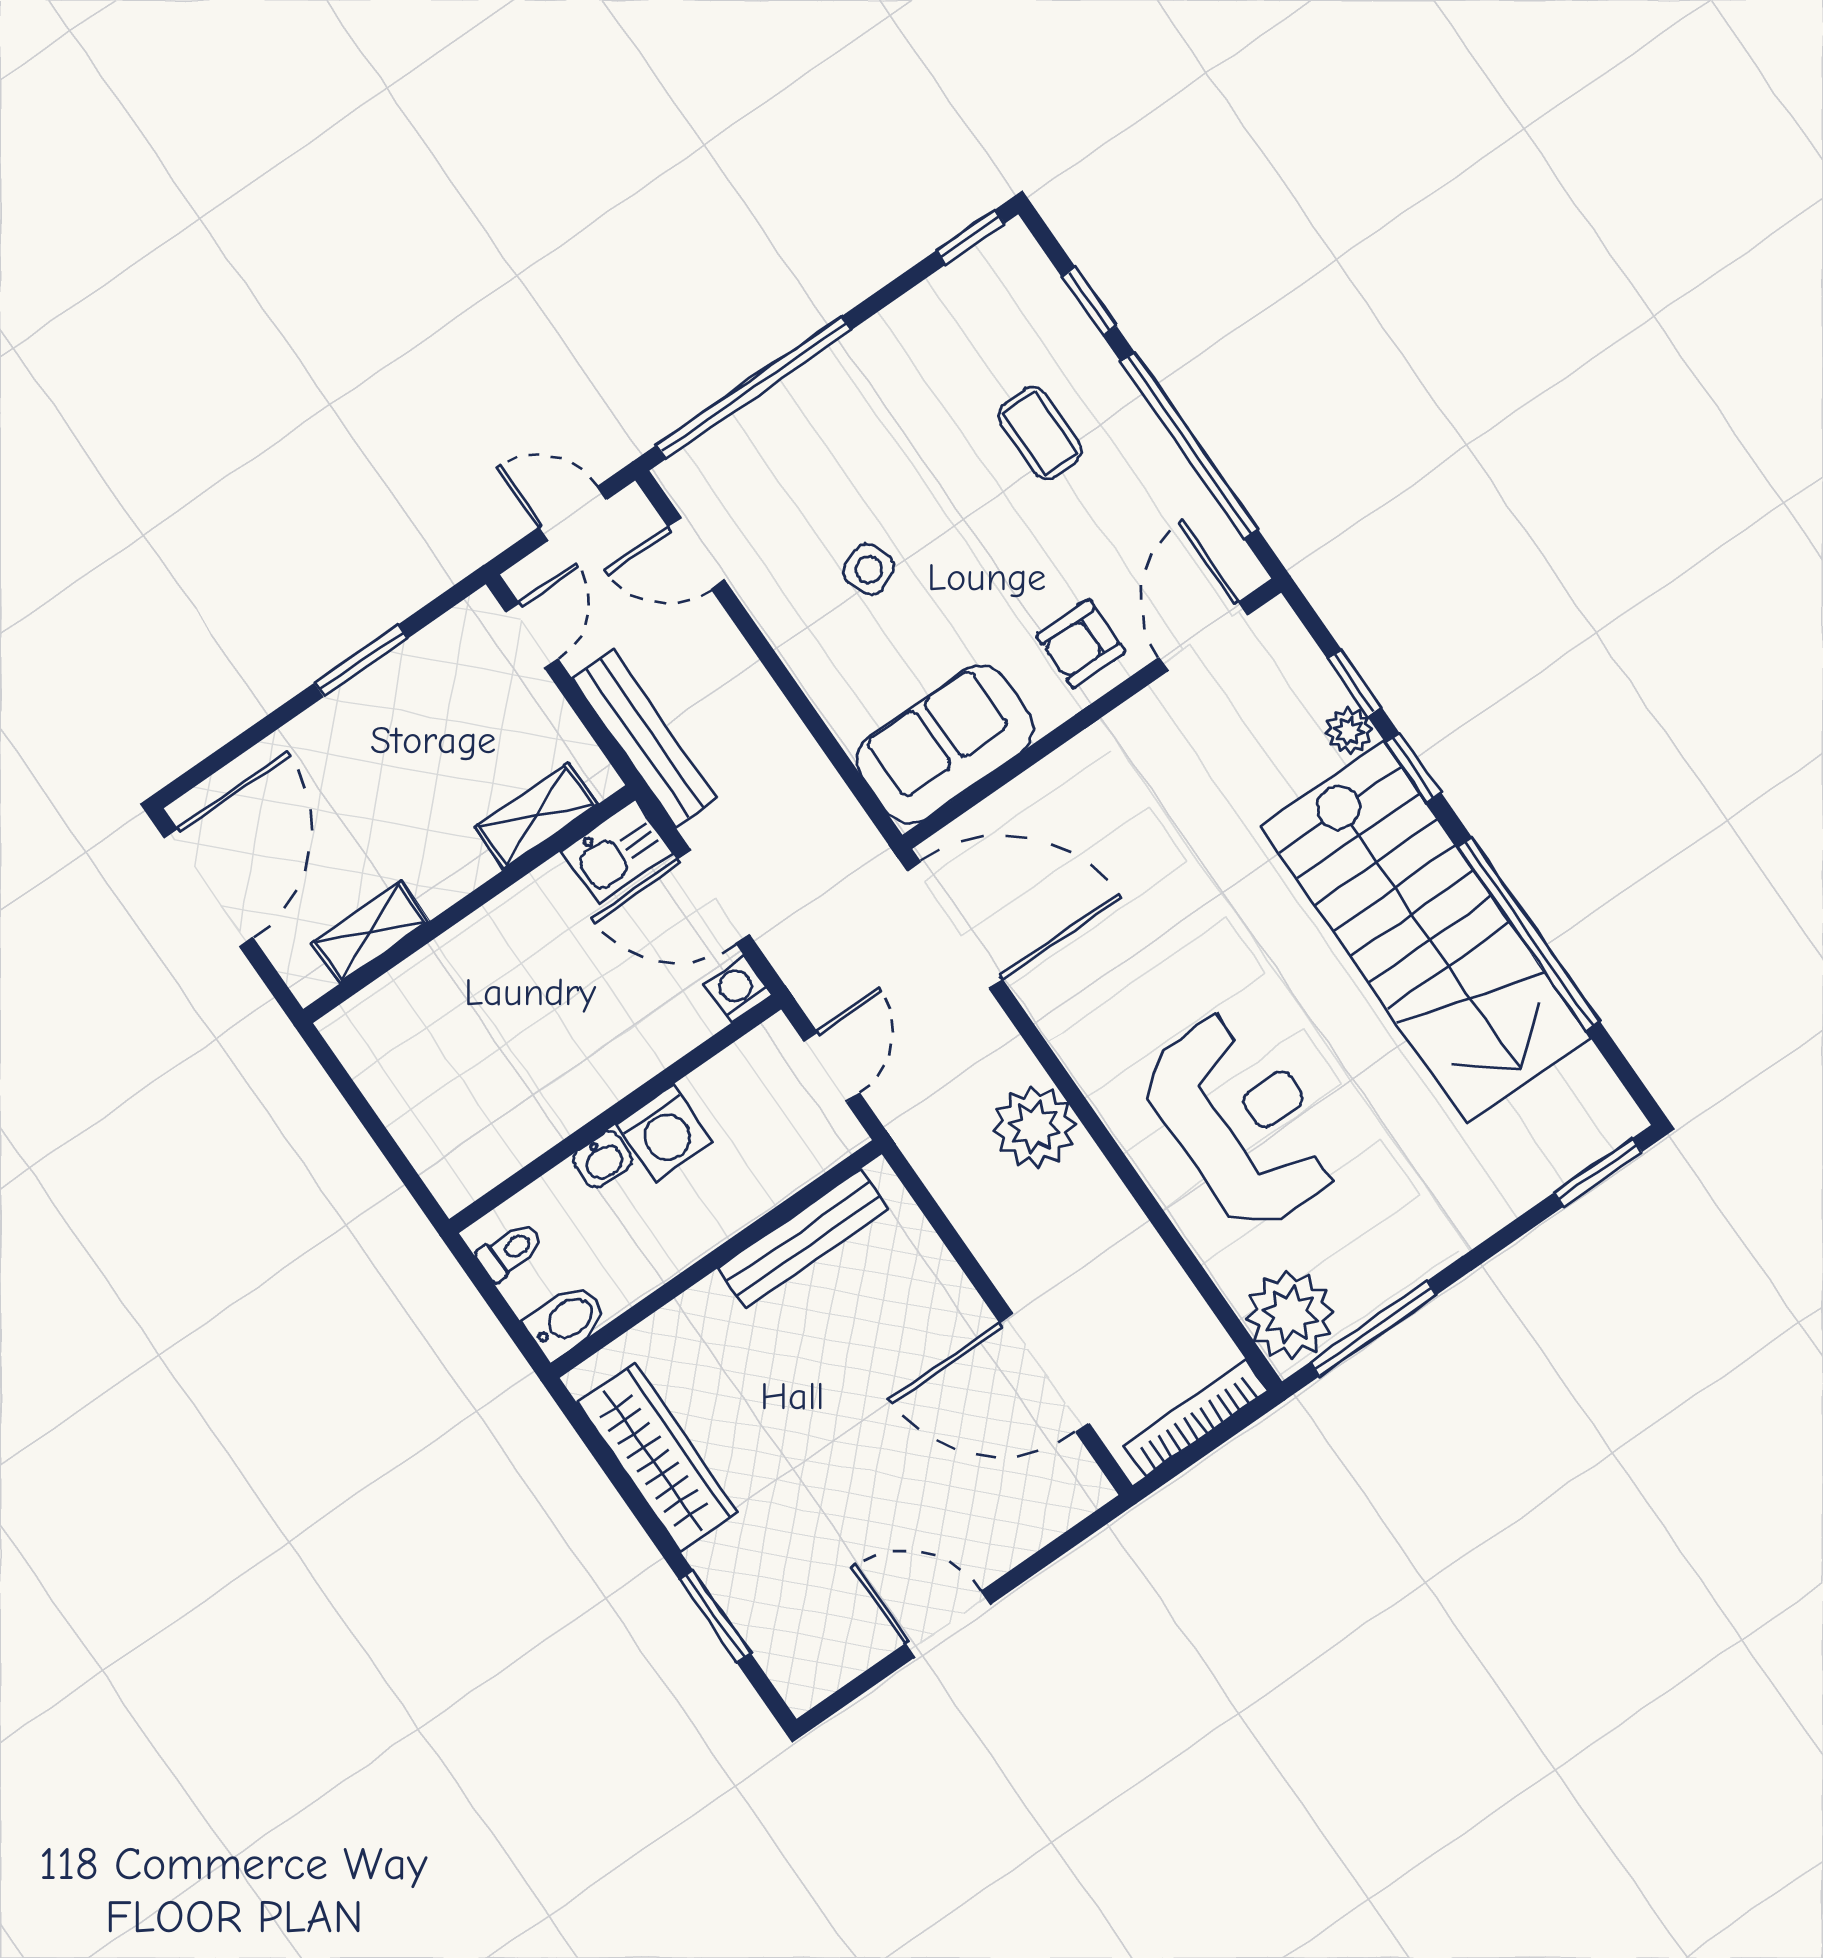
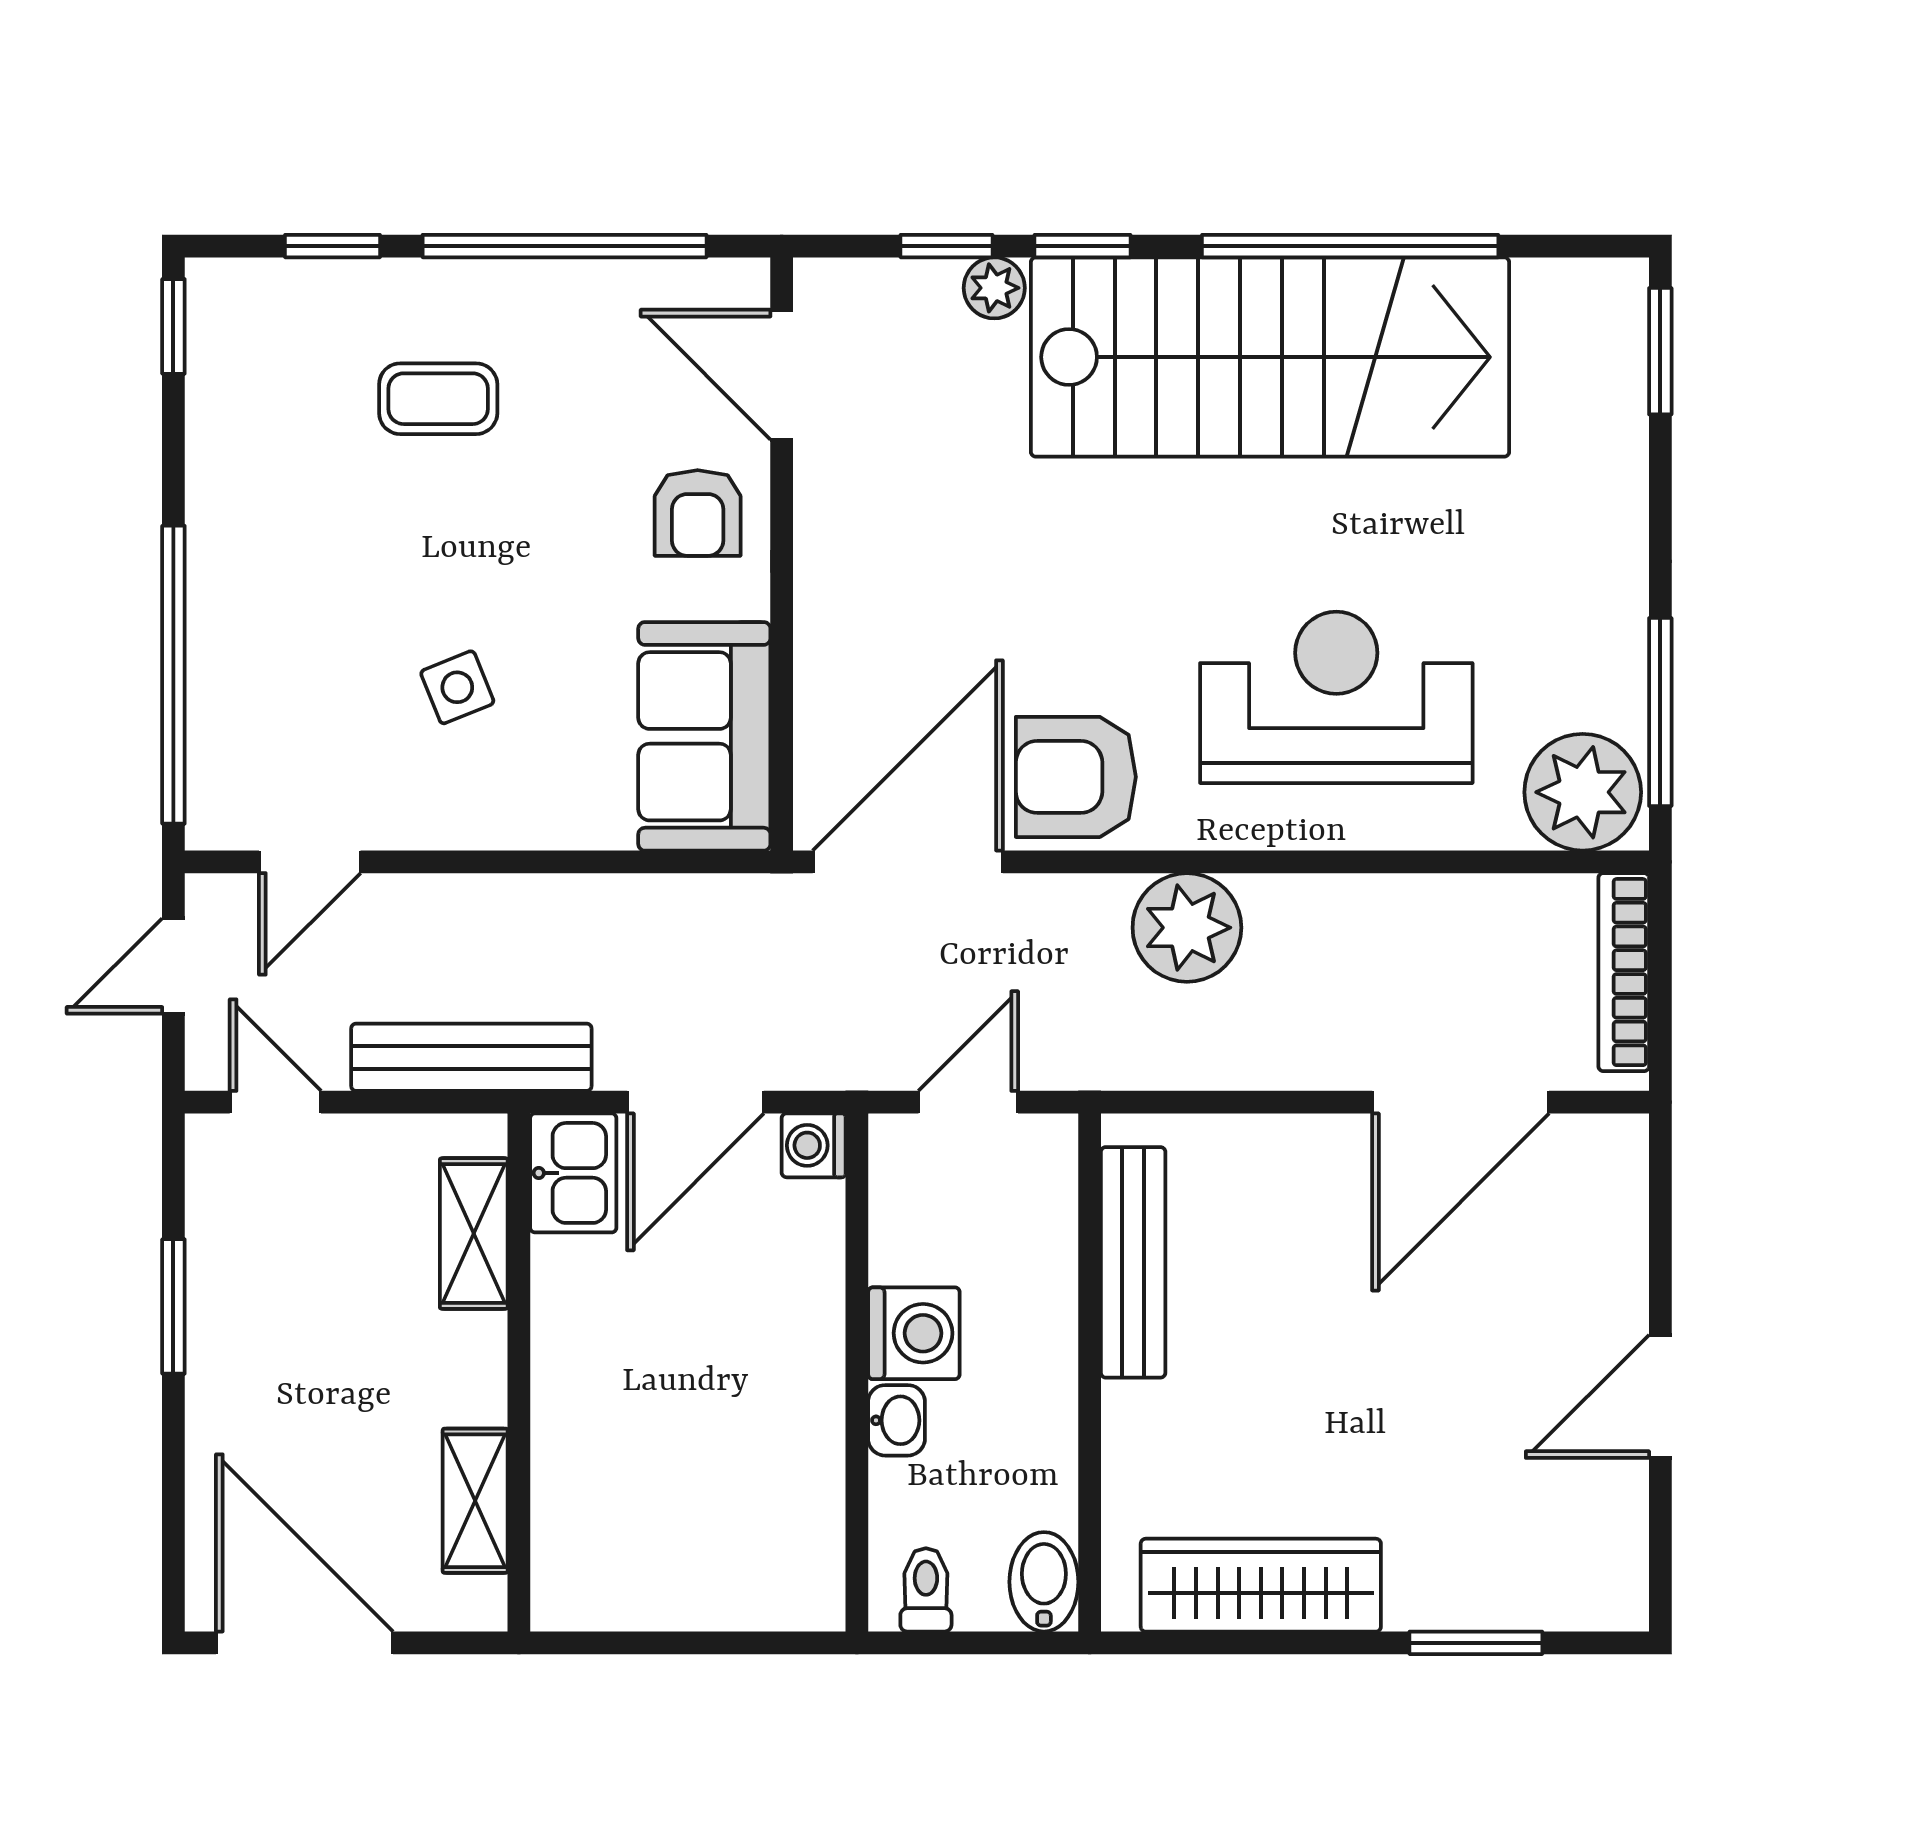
armchair: (1080, 993) -> (1076, 777), added
door: (831, 1067) -> (968, 1102), hinge flipped

